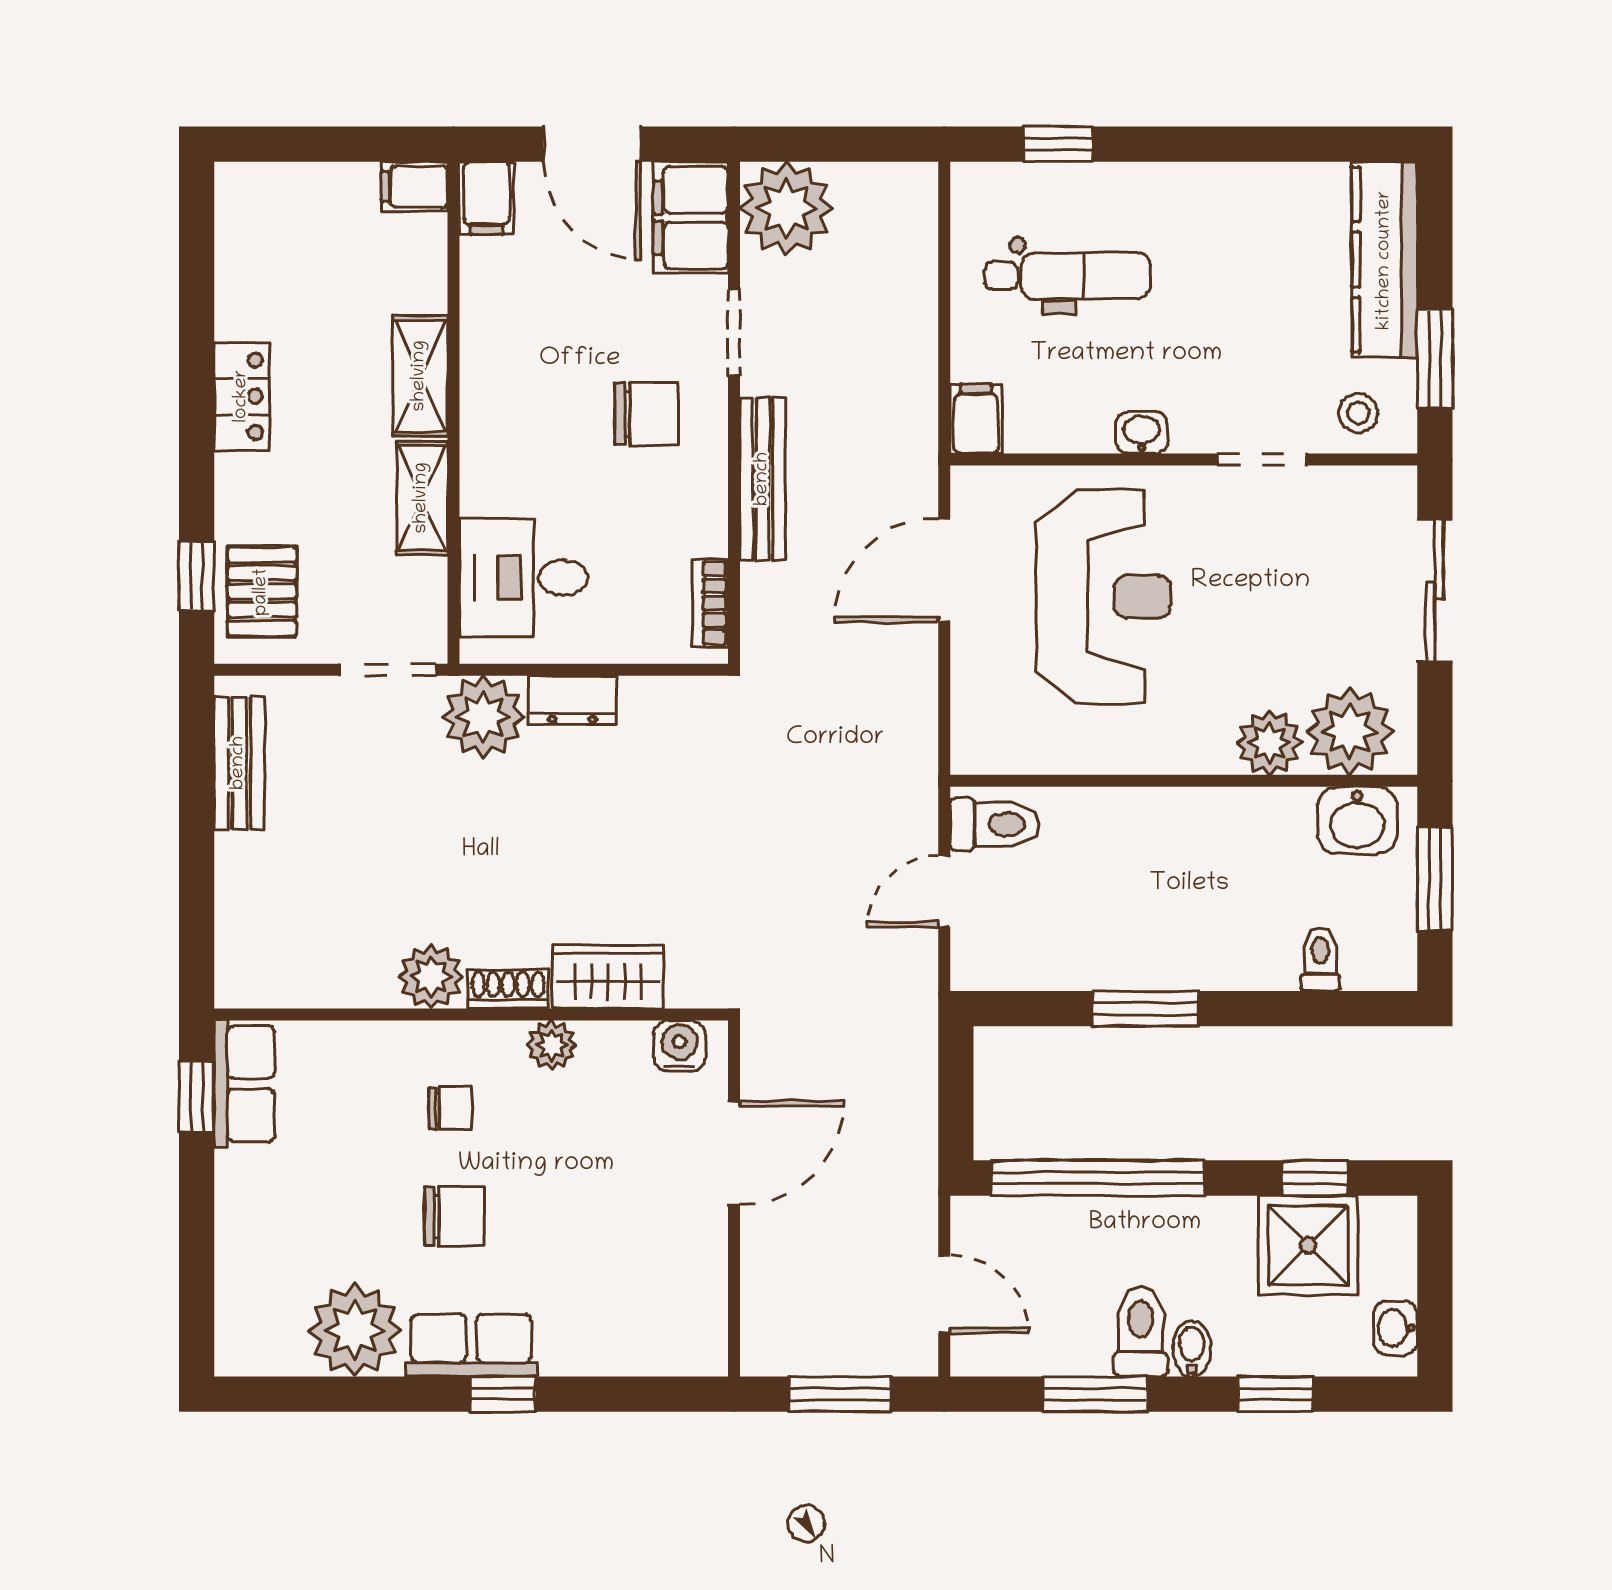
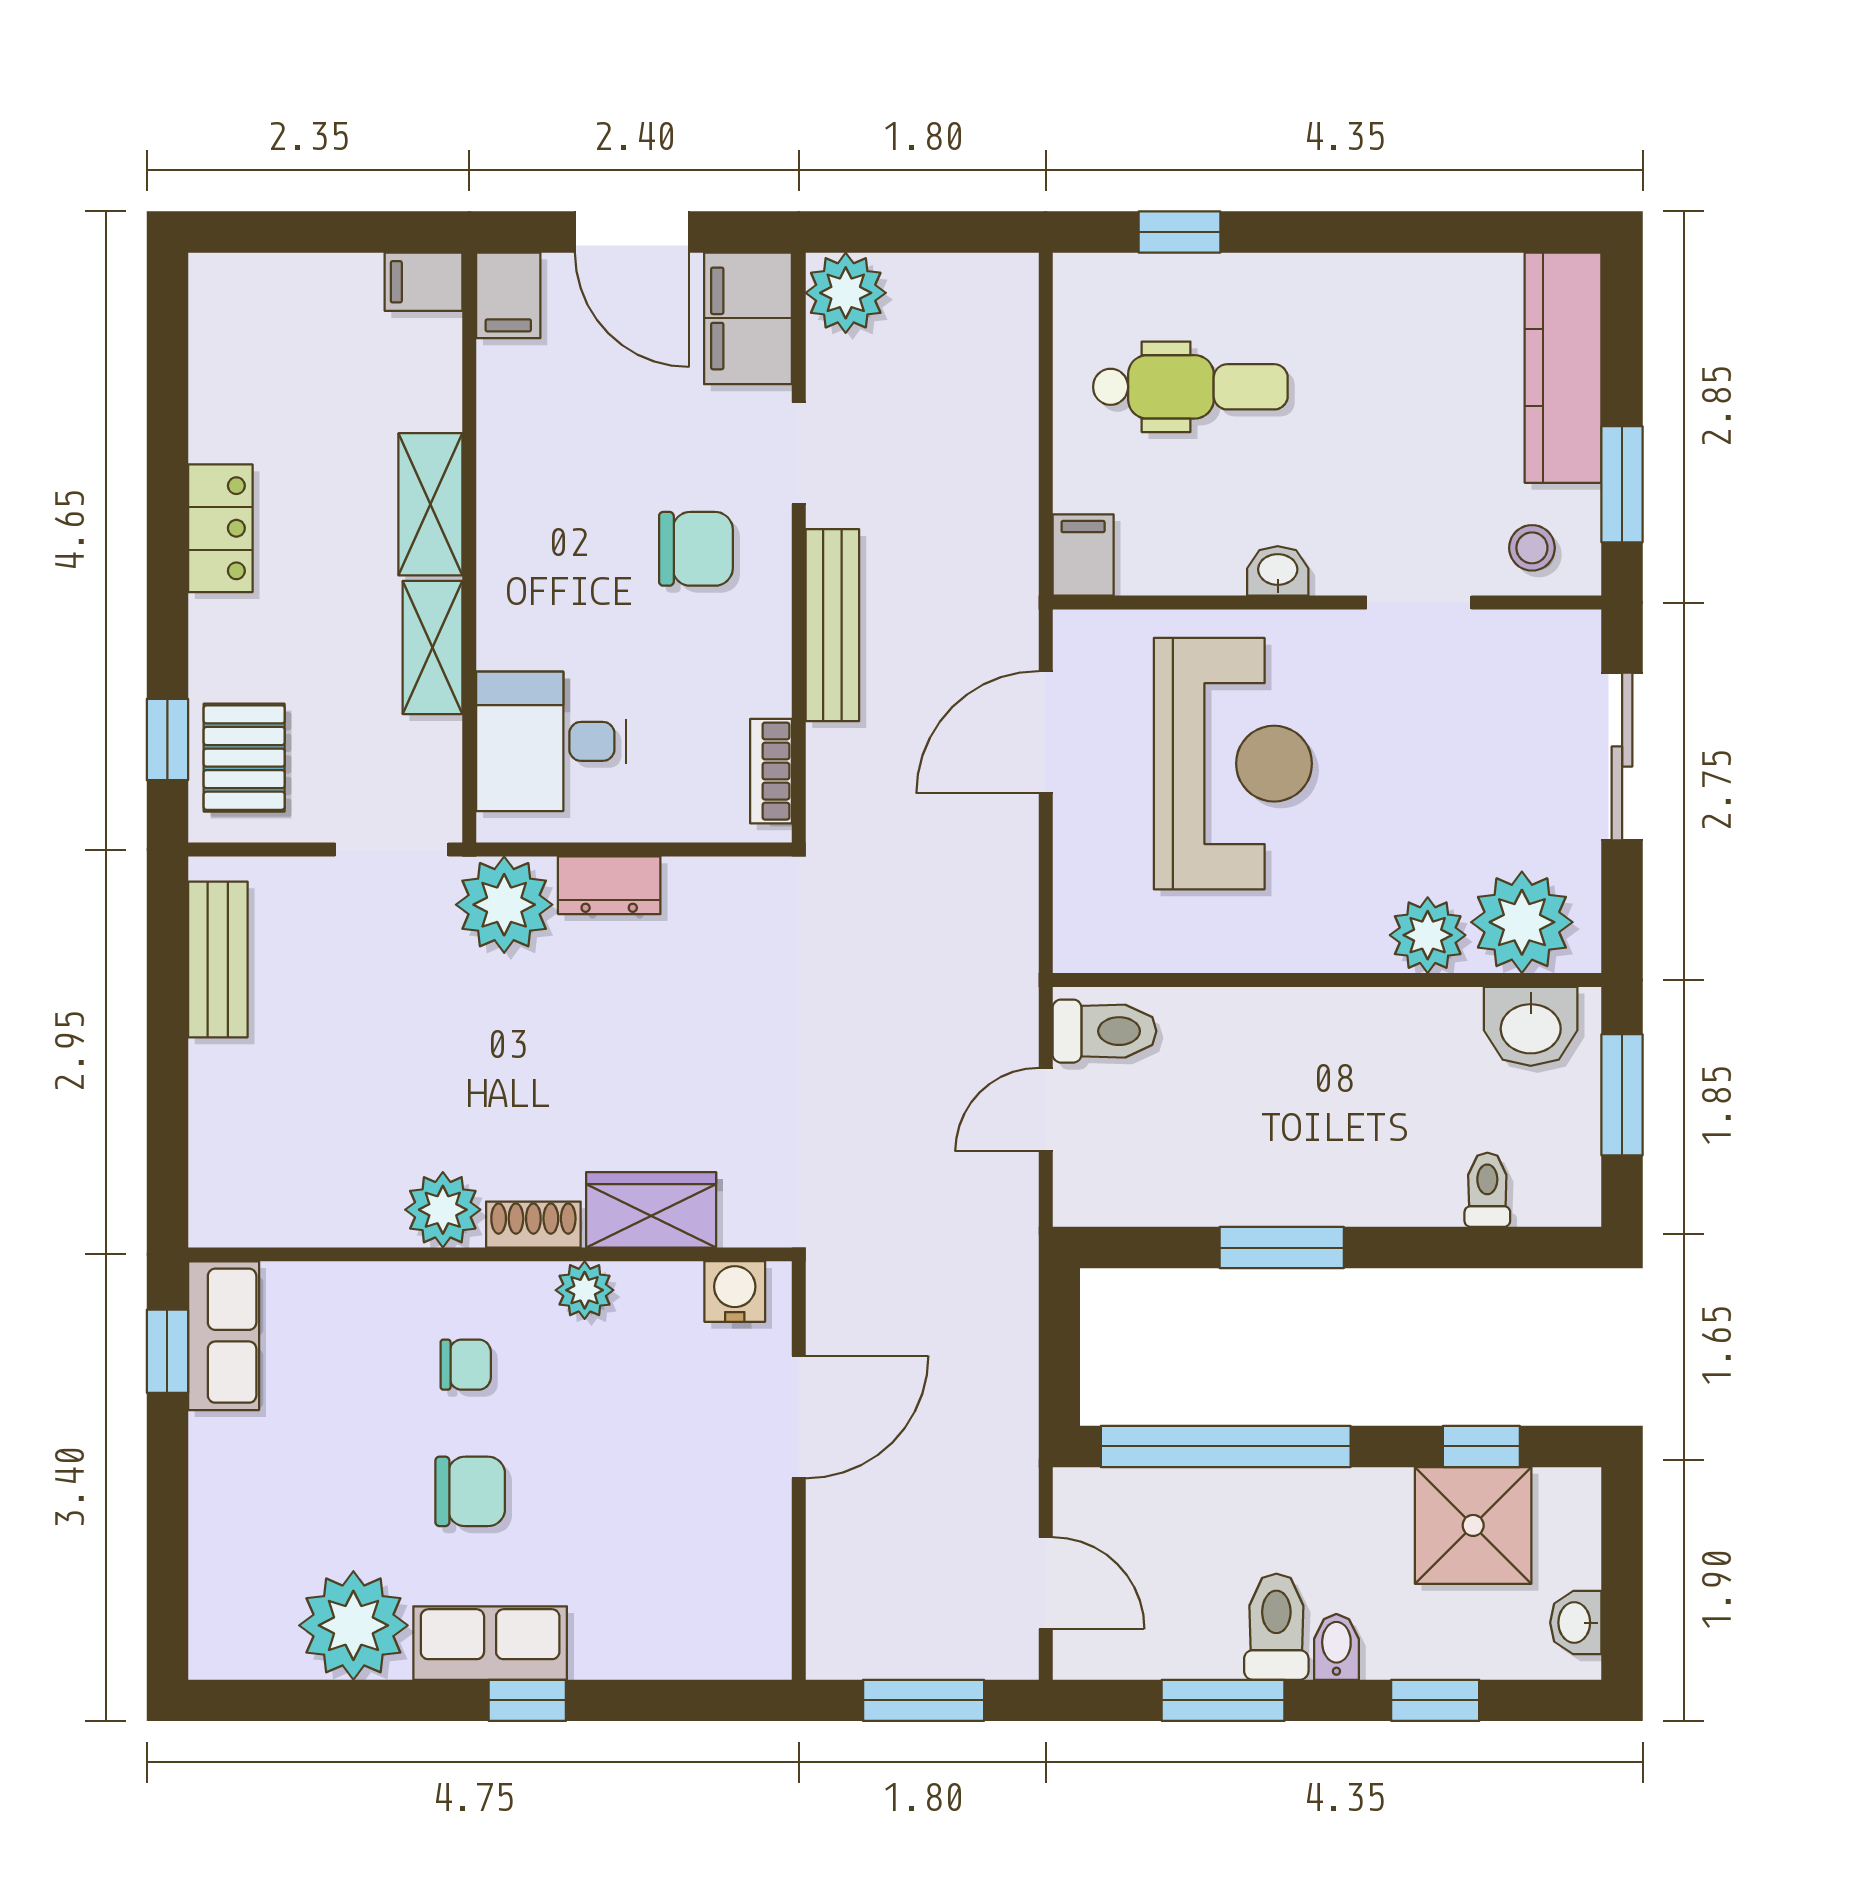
plant: (786, 208) -> (846, 293), width x0.73, depth x0.73

